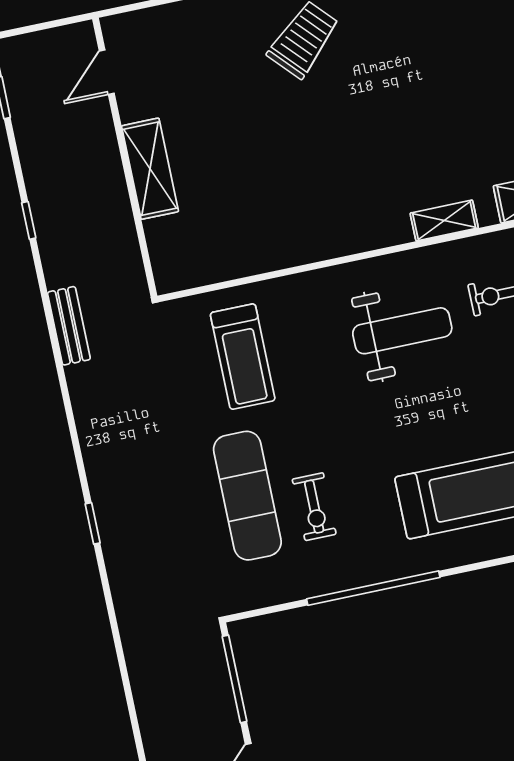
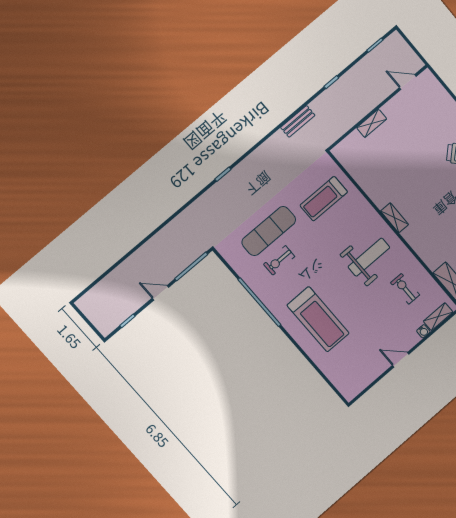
shelving: (150, 169) -> (372, 123), width x0.67, depth x0.75
shelving: (444, 221) -> (395, 218), moved
weight bench: (402, 331) -> (369, 257), turned -90

